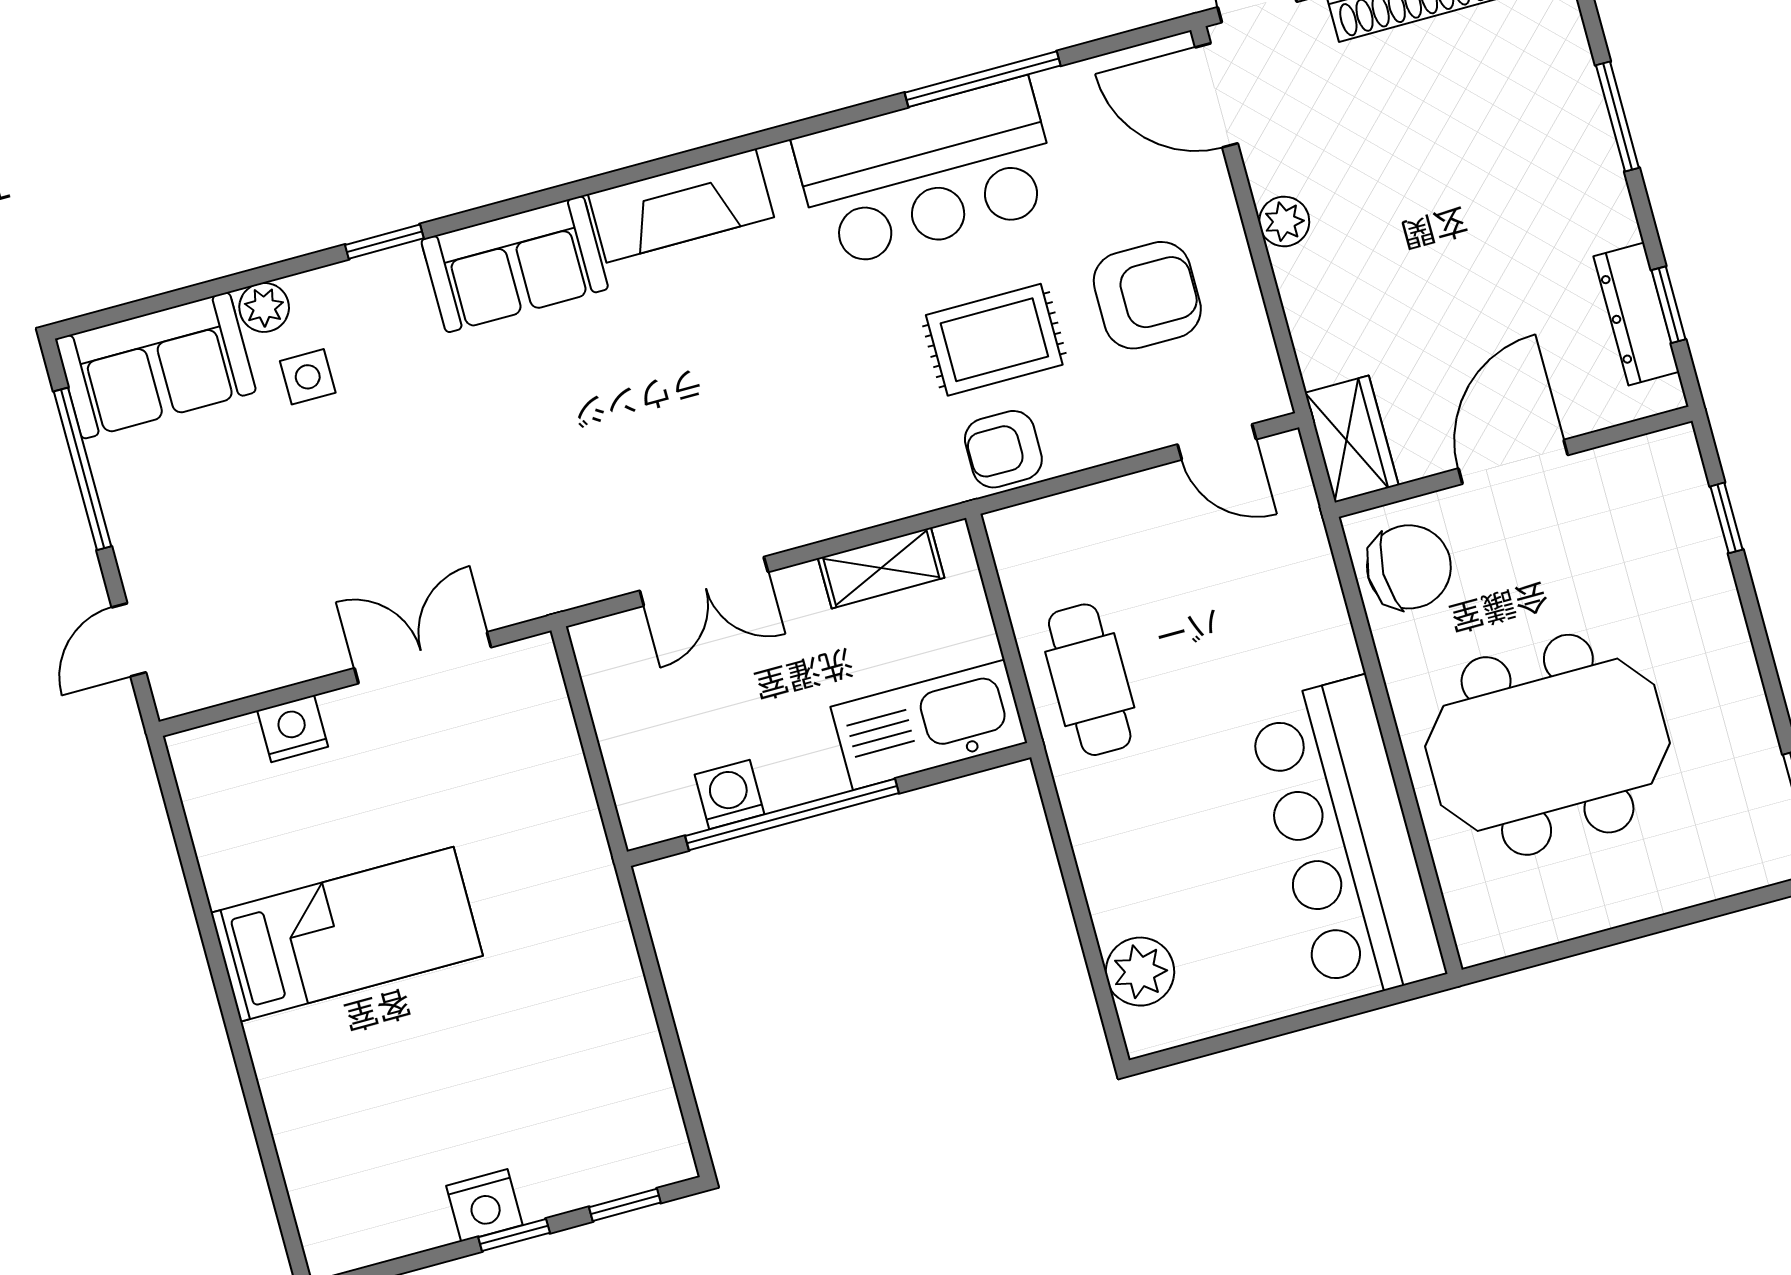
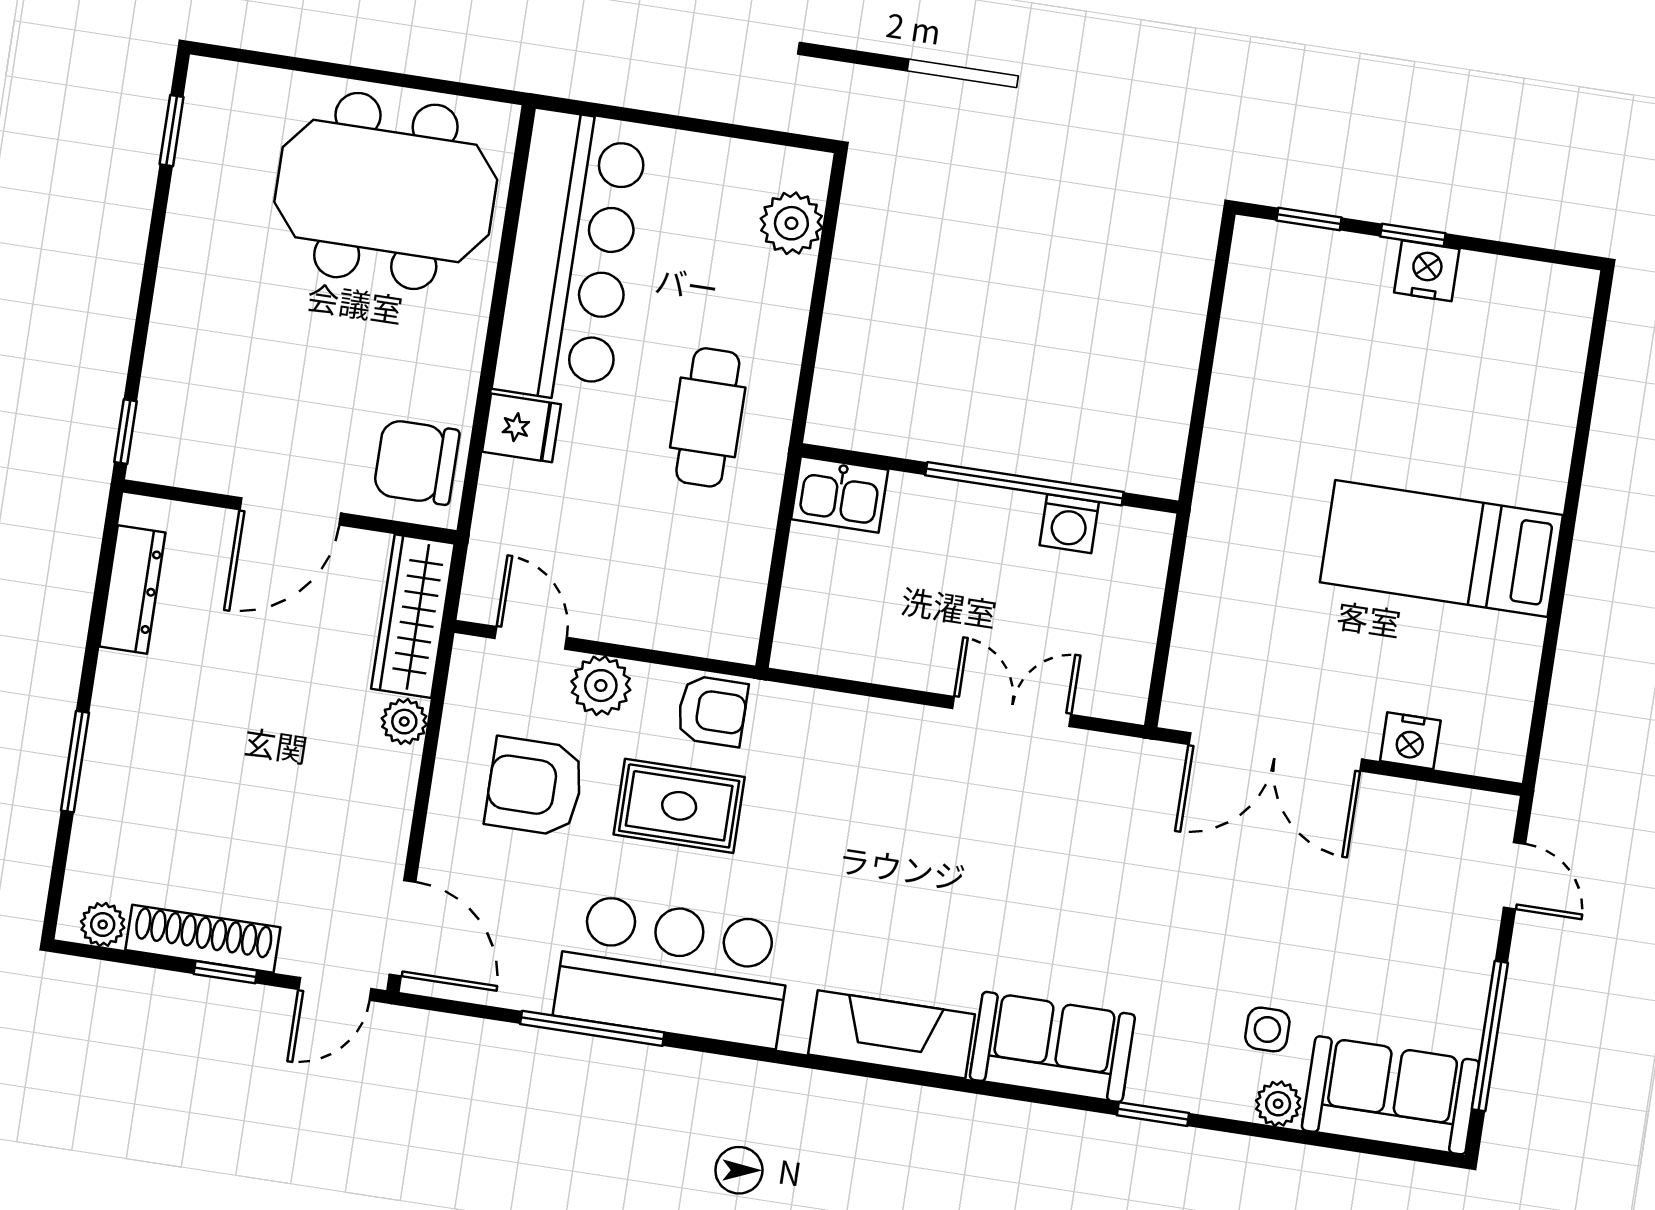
plant: (1284, 221) -> (404, 722), moved
window: (1669, 305) -> (102, 585), removed
plant: (1126, 425) -> (601, 686), added
wardrobe: (1352, 439) -> (413, 616), width x1.50
window: (1726, 518) -> (125, 432), moved
shelving: (881, 568) -> (858, 657), removed
door: (129, 640) -> (1514, 876), hinge flipped
fridge: (1319, 648) -> (521, 428), added
double door: (423, 658) -> (1275, 752), width x1.37
cafe table: (1090, 680) -> (708, 417), moved
kitchen sink: (929, 725) -> (840, 494), width x0.53, depth x0.81
meeting table: (1547, 745) -> (386, 191), moved

